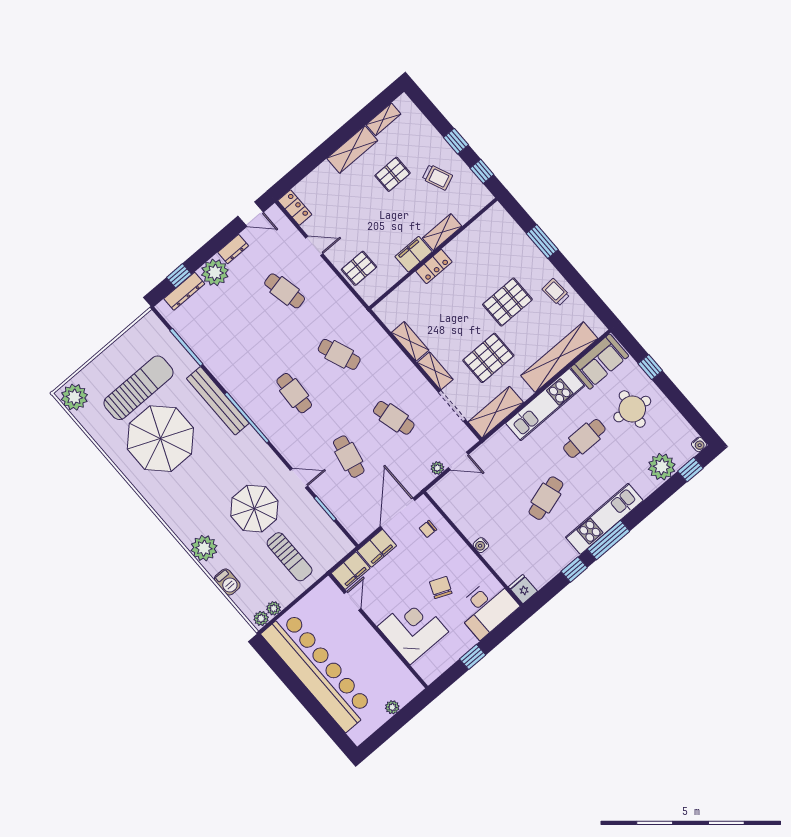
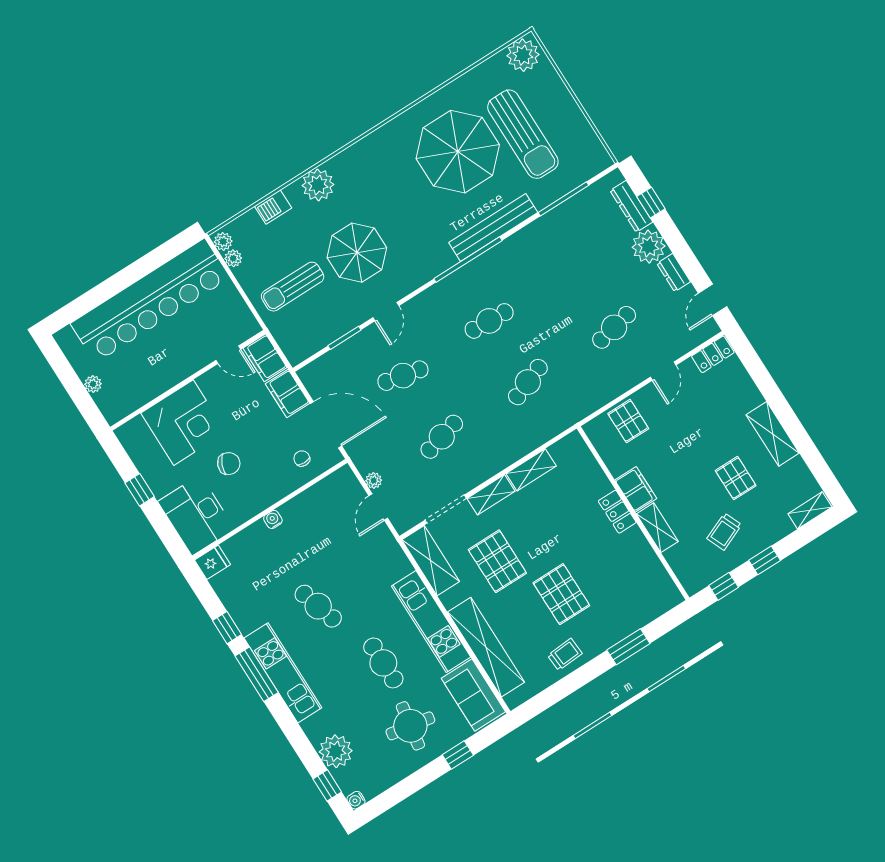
shelving: (383, 119) -> (810, 510), moved, turned 90

